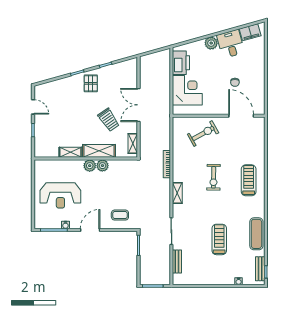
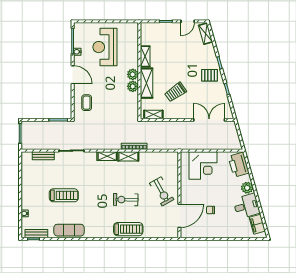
printer: (181, 63) -> (239, 165), moved, turned 74
shelving: (46, 88) -> (206, 34), added
double door: (138, 105) -> (209, 120), moved
exercise bike: (203, 133) -> (162, 191), moved
shelving: (177, 170) -> (128, 156), added
exercise bike: (214, 177) -> (126, 200), moved
treadmill: (249, 180) -> (128, 229), moved

